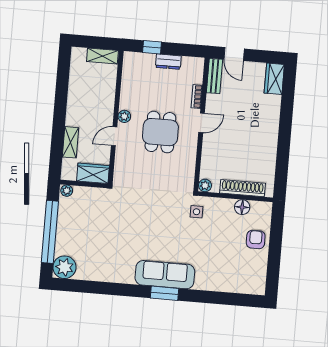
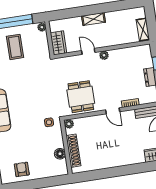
dining table: (160, 132) -> (81, 97), moved, turned 90
shelving: (70, 142) -> (94, 19), moved
coffee table: (84, 233) -> (15, 47), added
armchair: (256, 239) -> (22, 169), moved, turned -90

